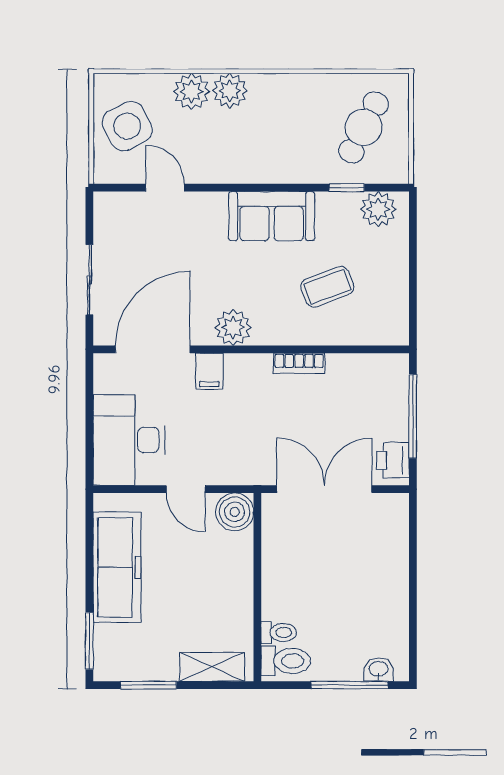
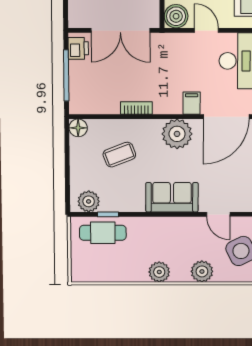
plant: (230, 91) -> (159, 272), moved
cafe table: (363, 127) -> (103, 233), moved, turned 63
sofa: (272, 216) -> (172, 197), moved
plant: (233, 327) -> (177, 134), width x1.36, depth x1.36
floor lamp: (394, 331) -> (78, 128), added

